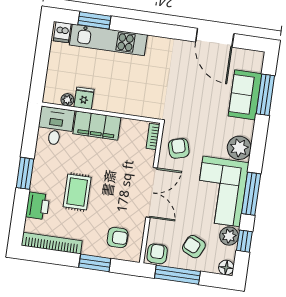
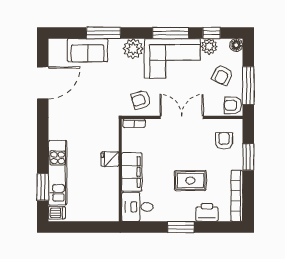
window: (265, 95) -> (103, 33), moved
fridge: (84, 98) -> (110, 159), moved
plant: (67, 100) -> (113, 200), removed

